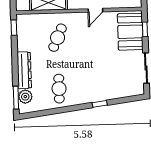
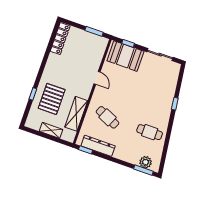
dresser: (24, 70) -> (98, 146), moved

